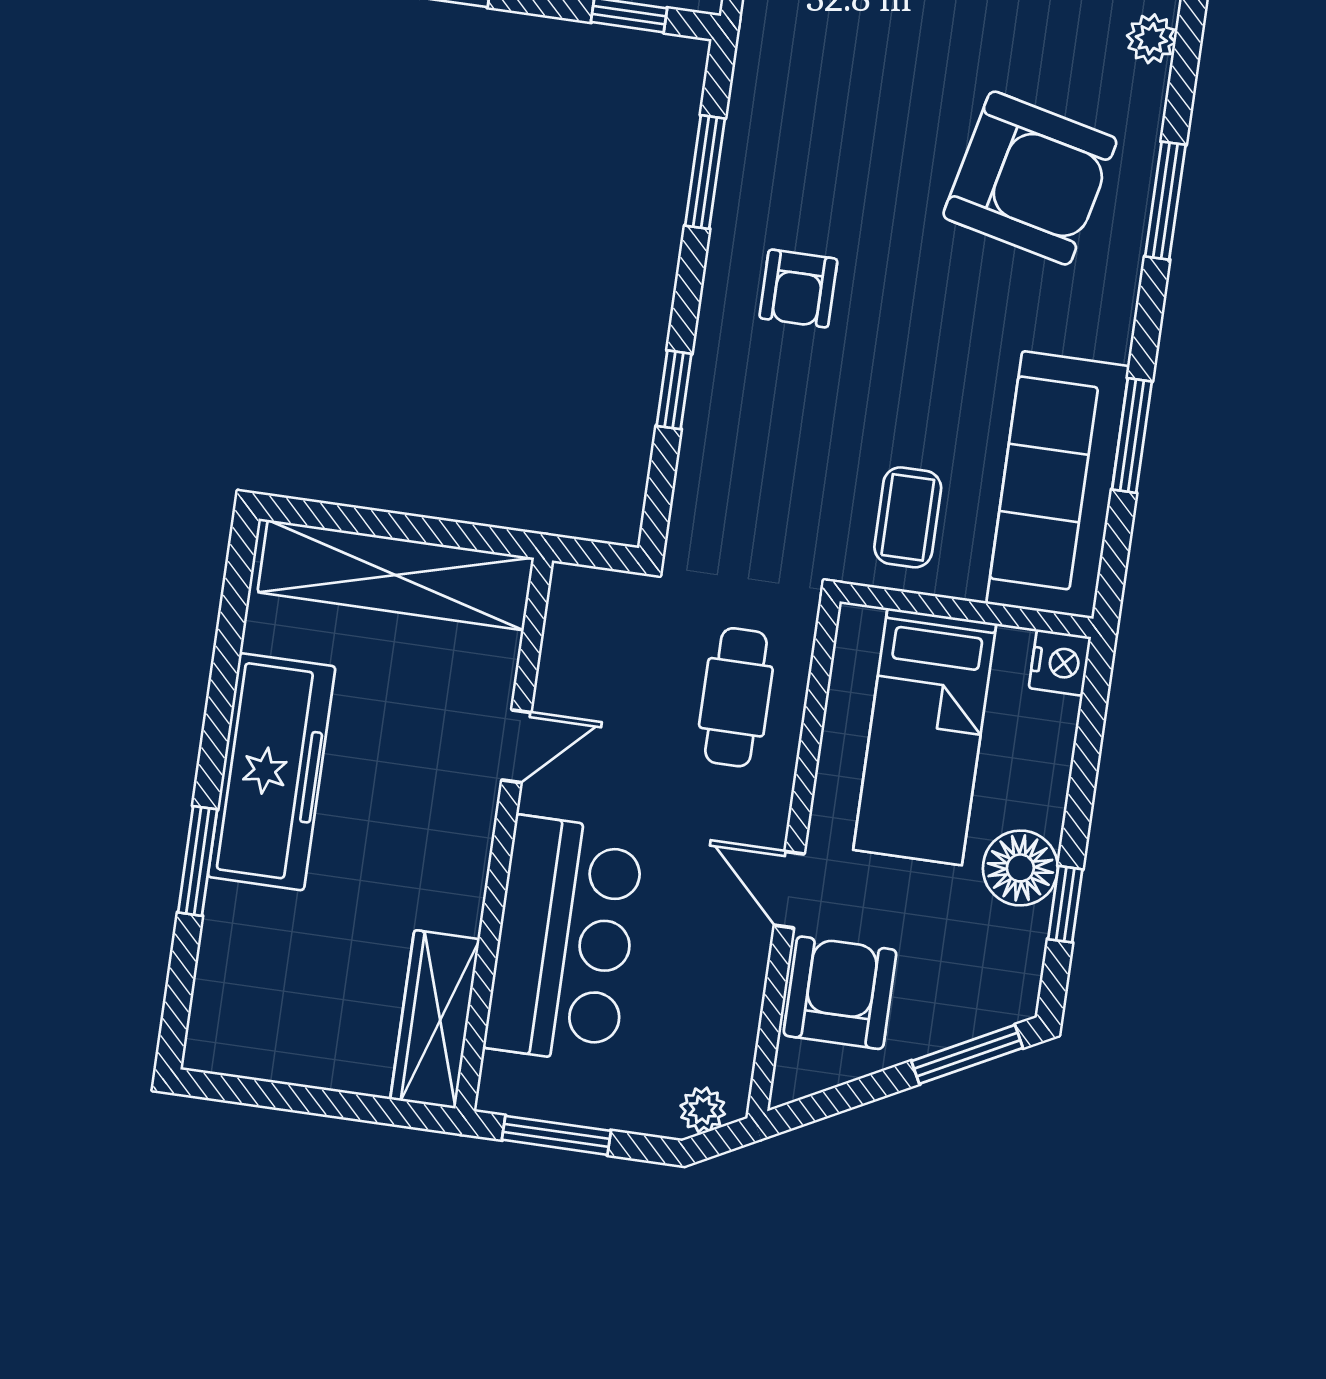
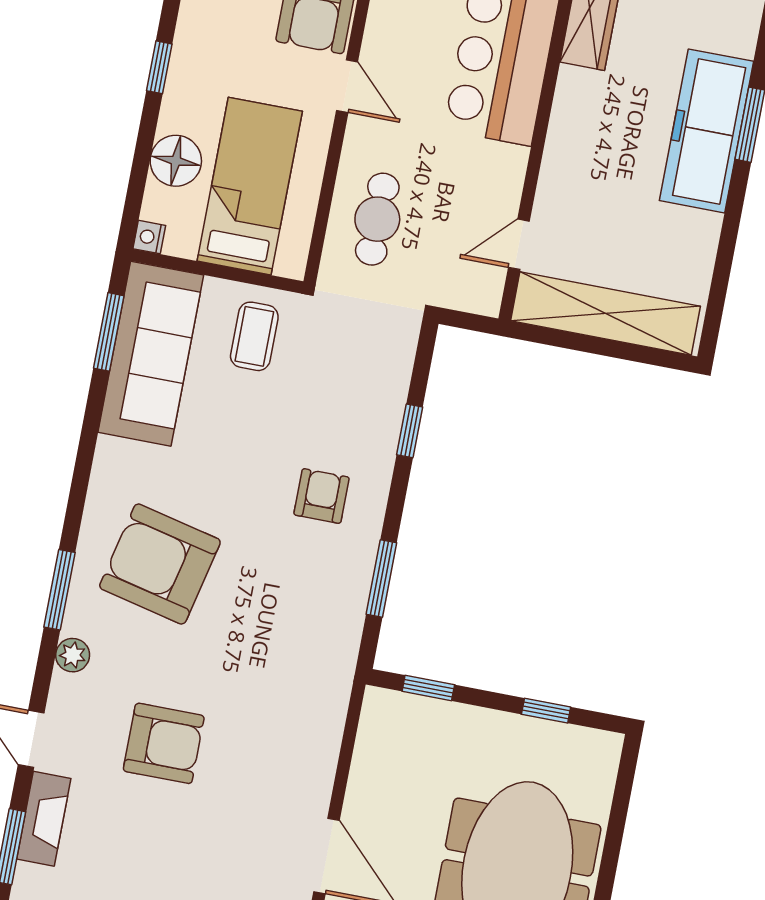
window: (1165, 201) -> (60, 590), moved
window: (1132, 435) -> (109, 332), moved
nightstand: (1060, 663) -> (149, 237), width x0.72, depth x0.74
door: (516, 746) -> (519, 244), moved
freezer: (272, 772) -> (707, 131), moved
floor lamp: (1020, 868) -> (176, 161), moved

